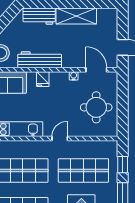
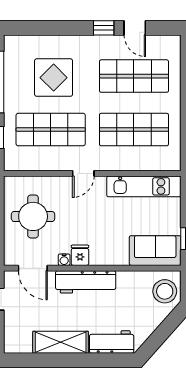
workbench: (40, 60) -> (86, 282), moved
fridge: (43, 79) -> (80, 255), moved

